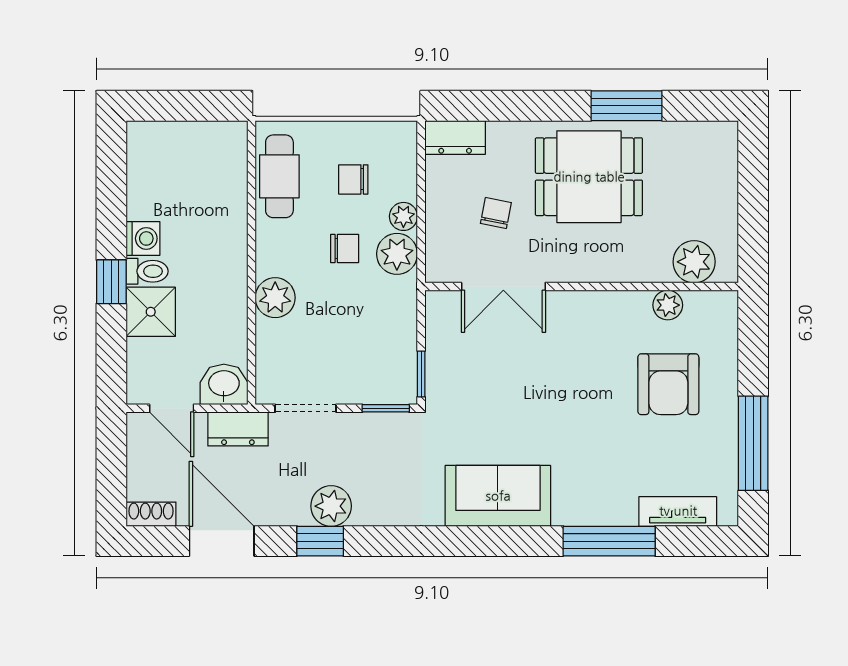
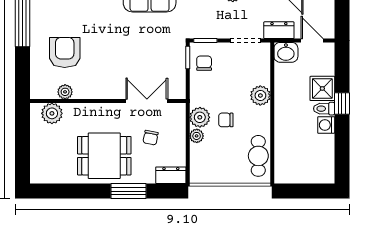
window: (627, 106) -> (129, 191), moved
chair: (353, 179) -> (204, 63), moved, turned -90

